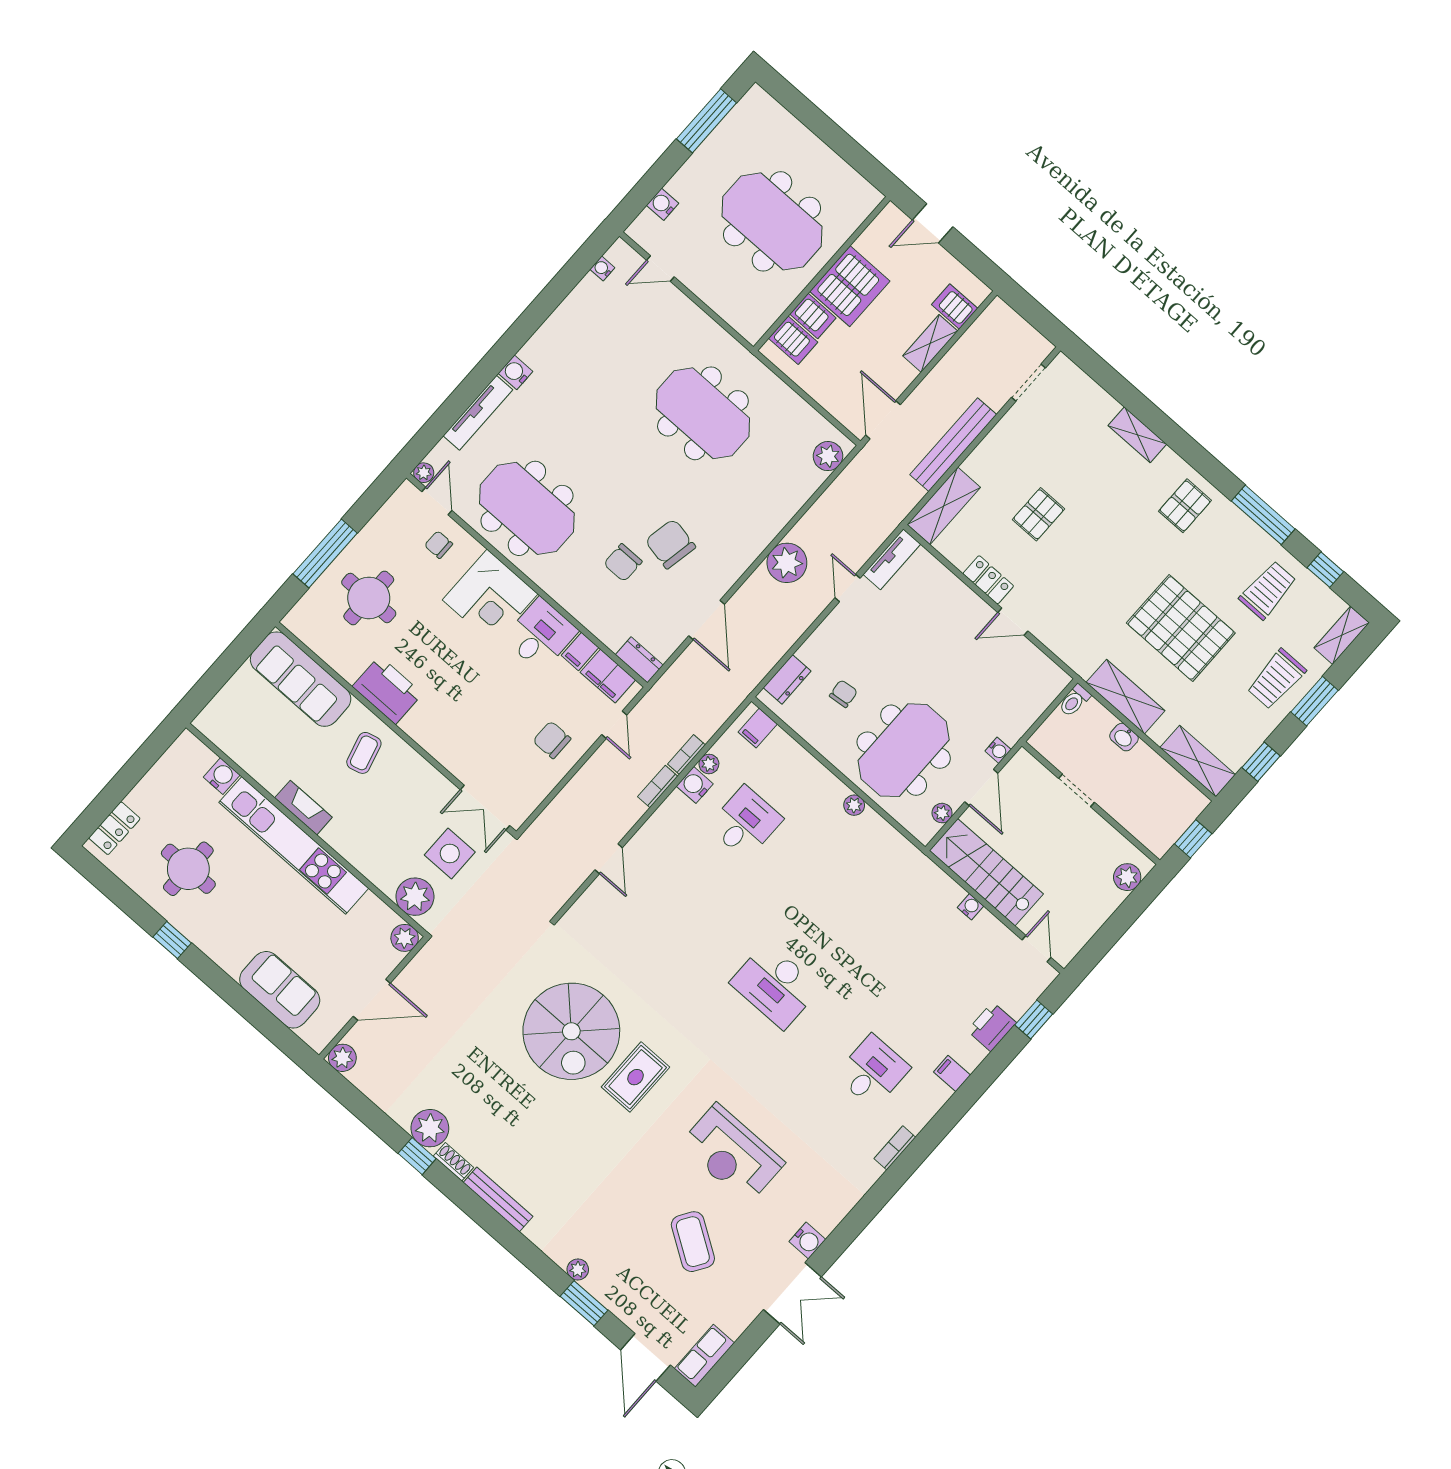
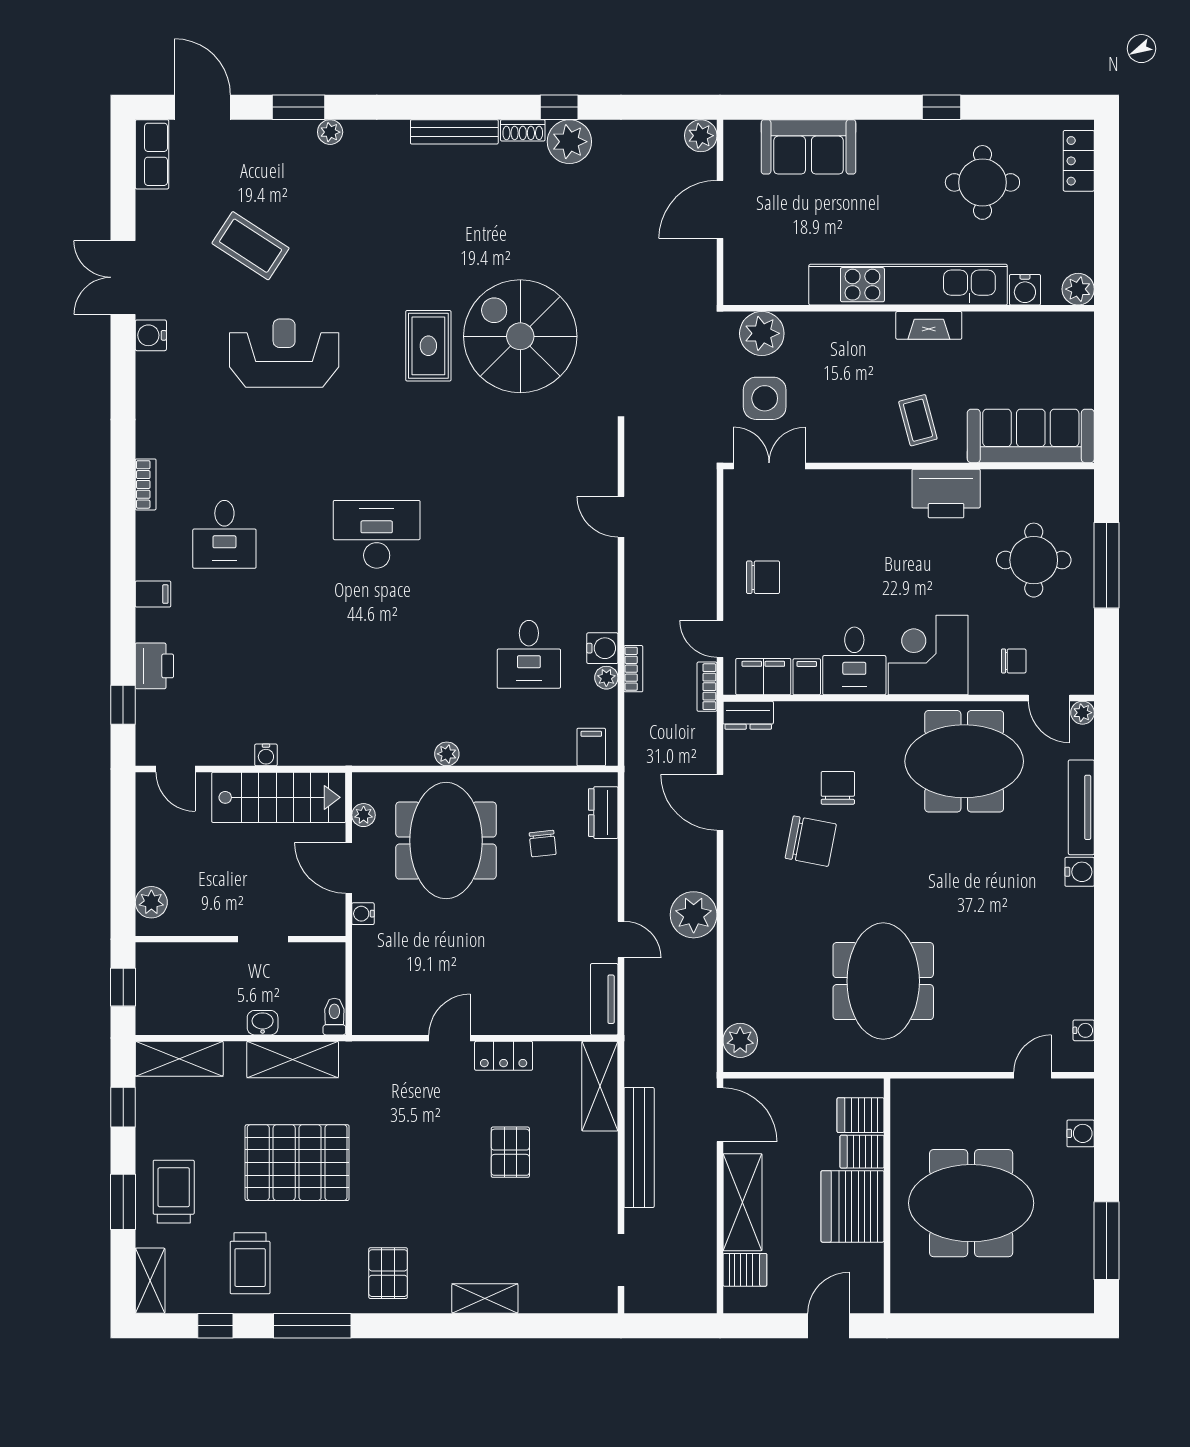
shelving: (930, 343) -> (742, 1202), width x1.50, depth x1.33
meeting table: (703, 413) -> (883, 981), turned 90
bookcase: (658, 786) -> (707, 687), moved, turned 180
plant: (405, 938) -> (1078, 289), moved

